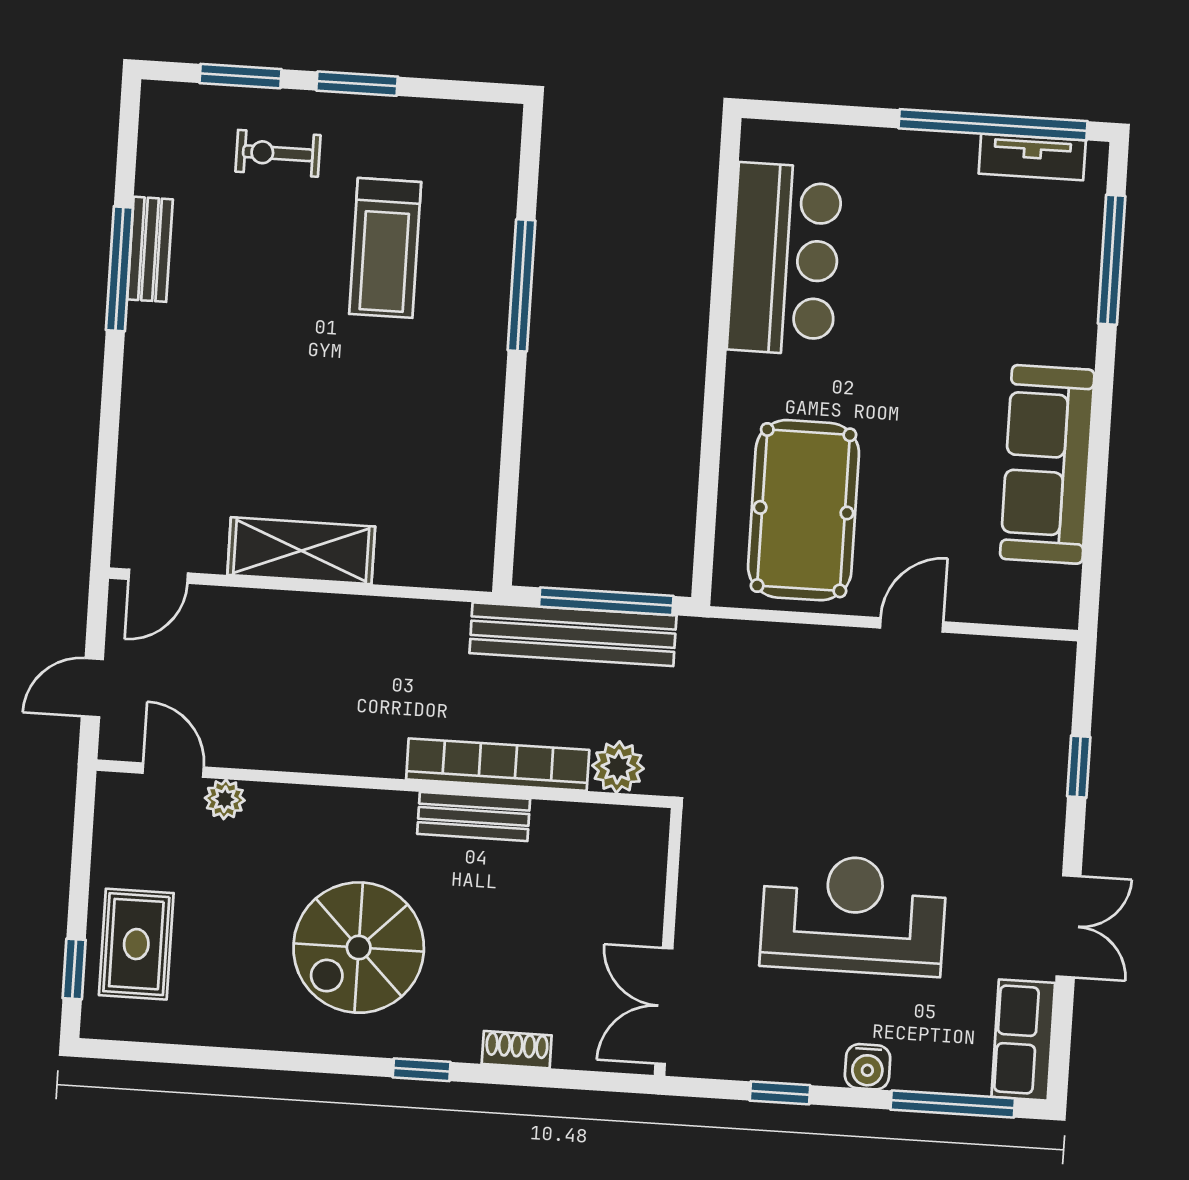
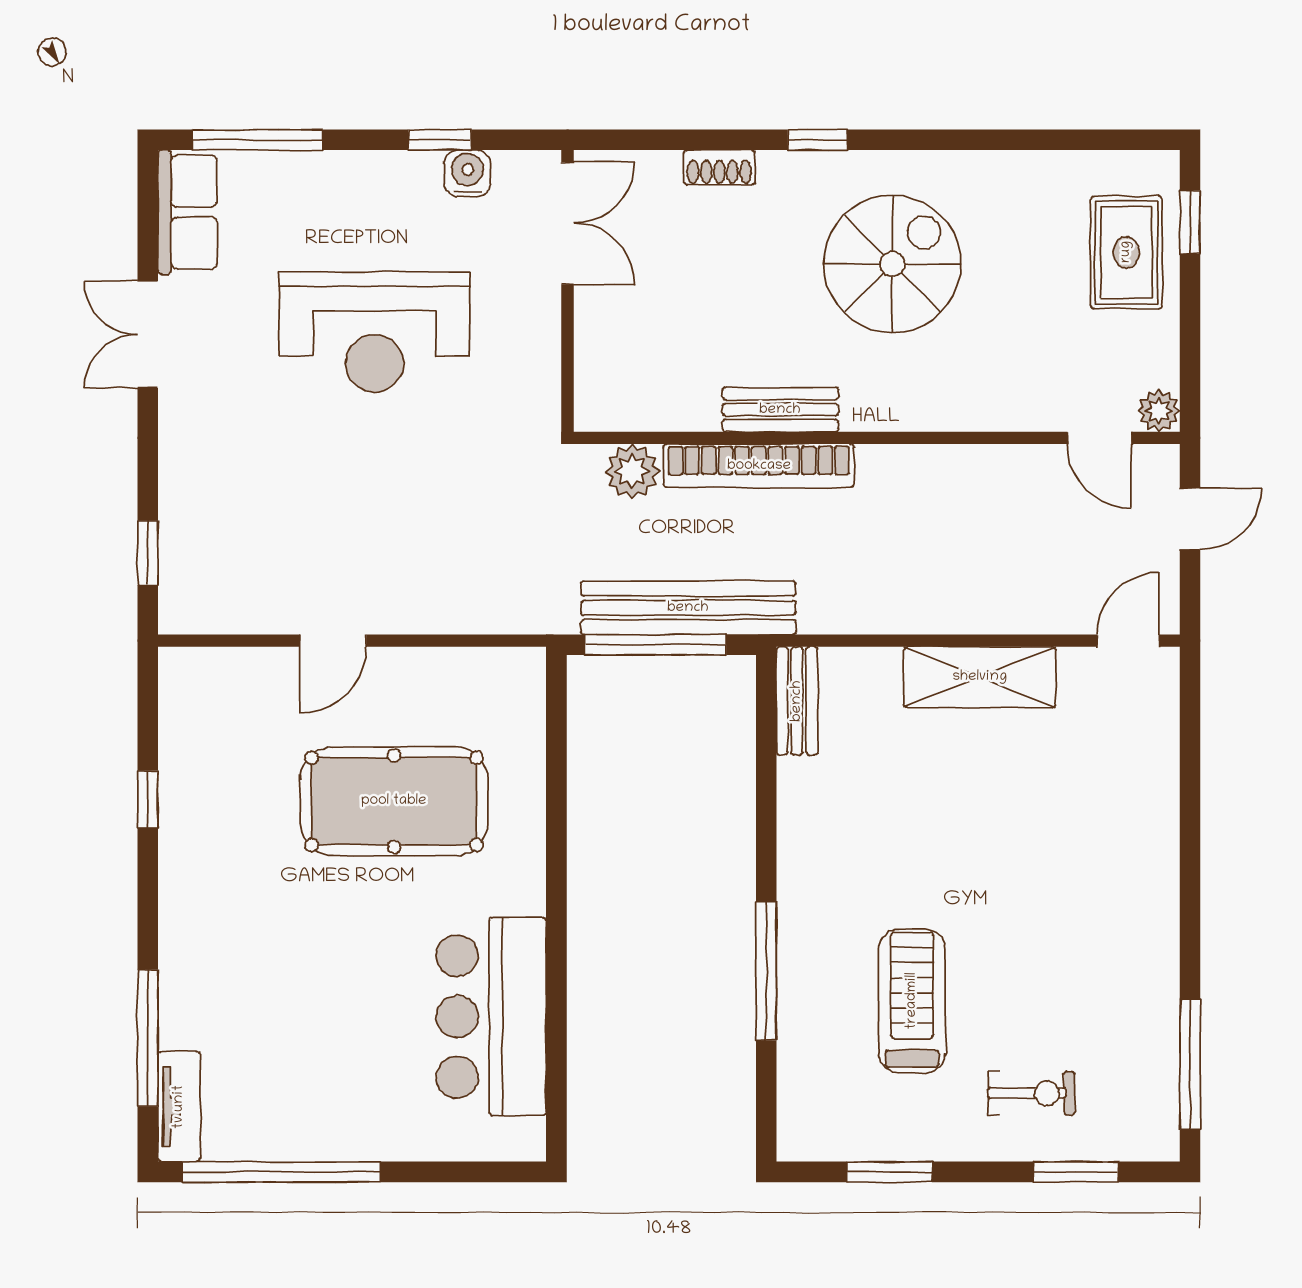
window: (357, 84) -> (890, 1172), moved
tv unit: (1032, 157) -> (179, 1107), moved, turned 90
bench: (150, 249) -> (797, 701), moved
window: (119, 269) -> (1190, 1064), moved
sofa: (1047, 464) -> (201, 819), removed
window: (1097, 486) -> (148, 799), added
pool table: (804, 510) -> (394, 801), moved, turned 90
window: (1079, 767) -> (148, 553), moved
plant: (225, 799) -> (1159, 411), moved
water cooler: (868, 1067) -> (467, 173), moved

